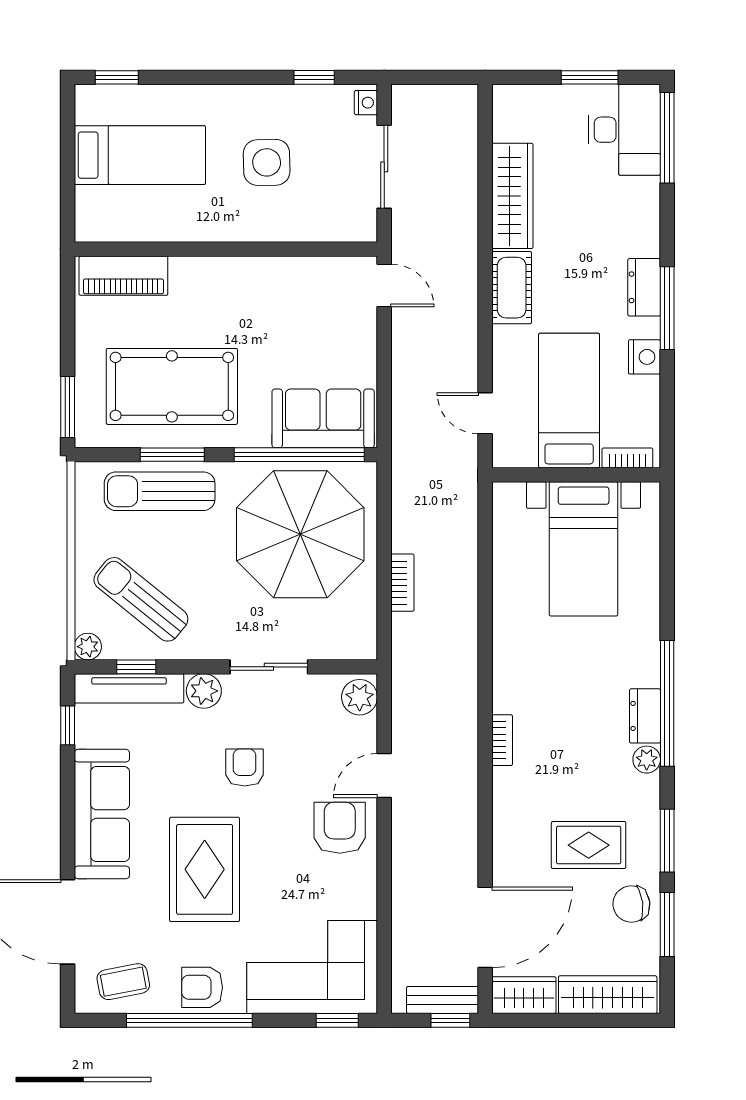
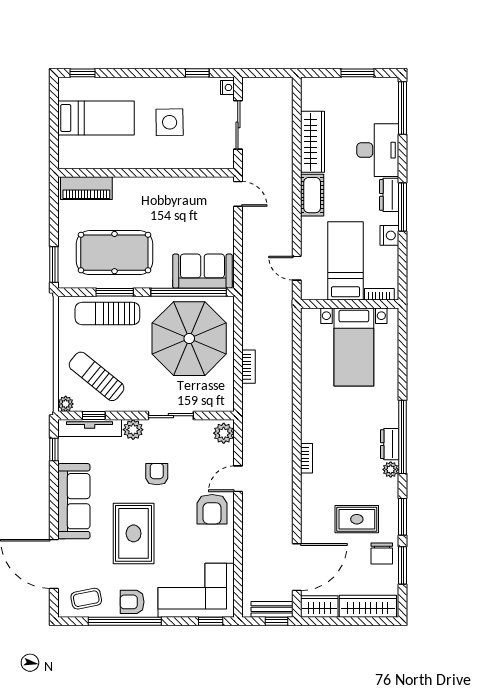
desk: (625, 130) -> (378, 150), moved
armchair: (340, 828) -> (212, 509), turned 180
chair: (631, 904) -> (382, 553), turned -83

